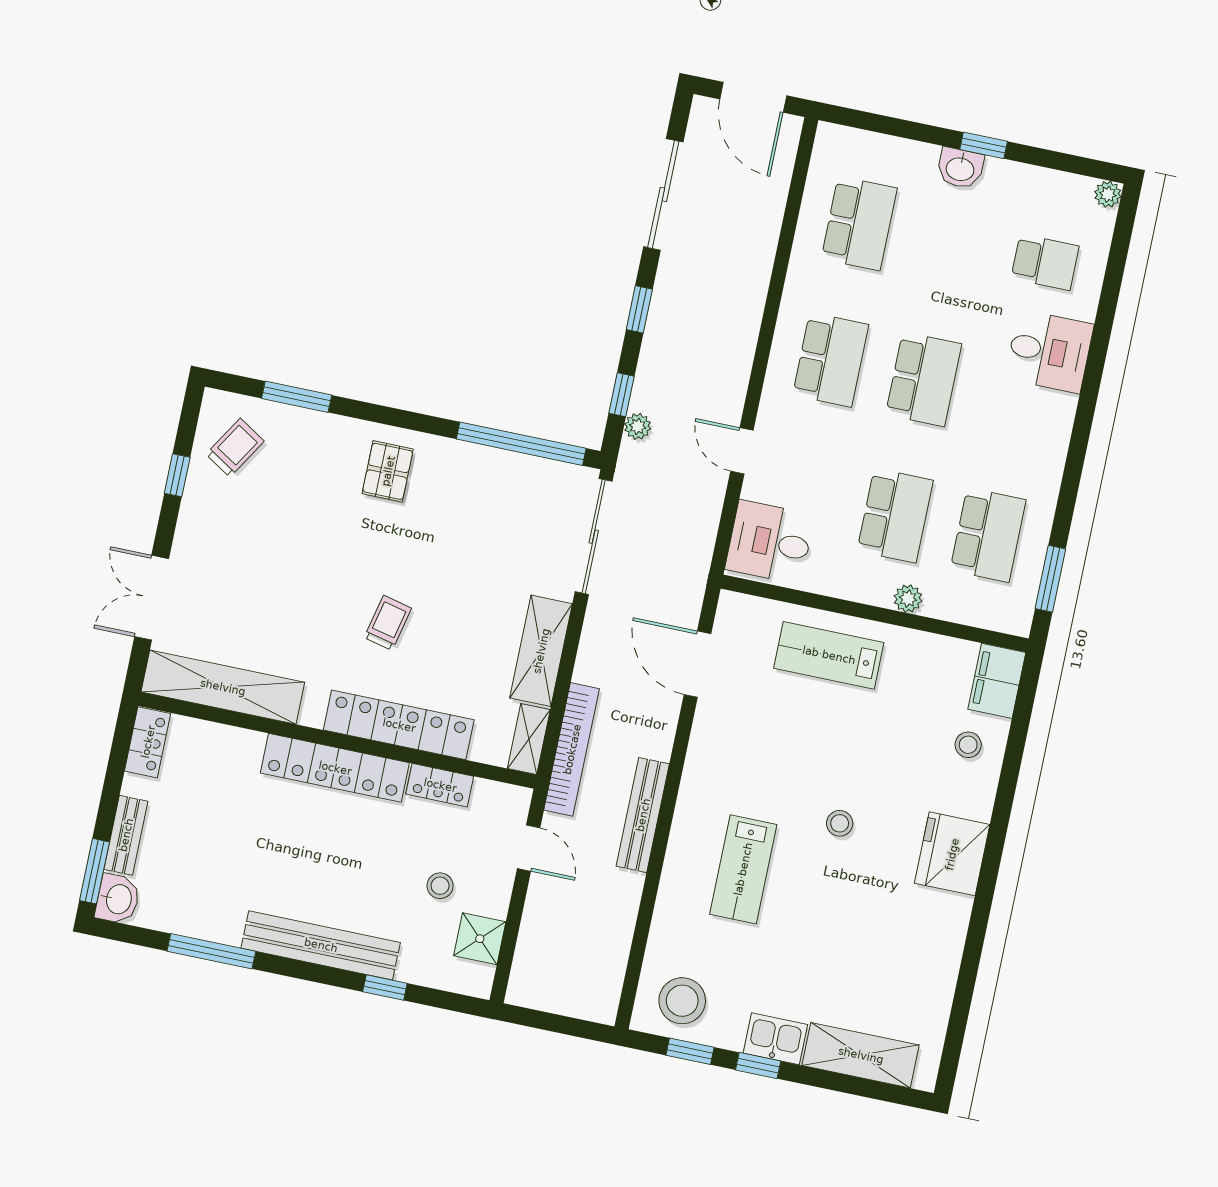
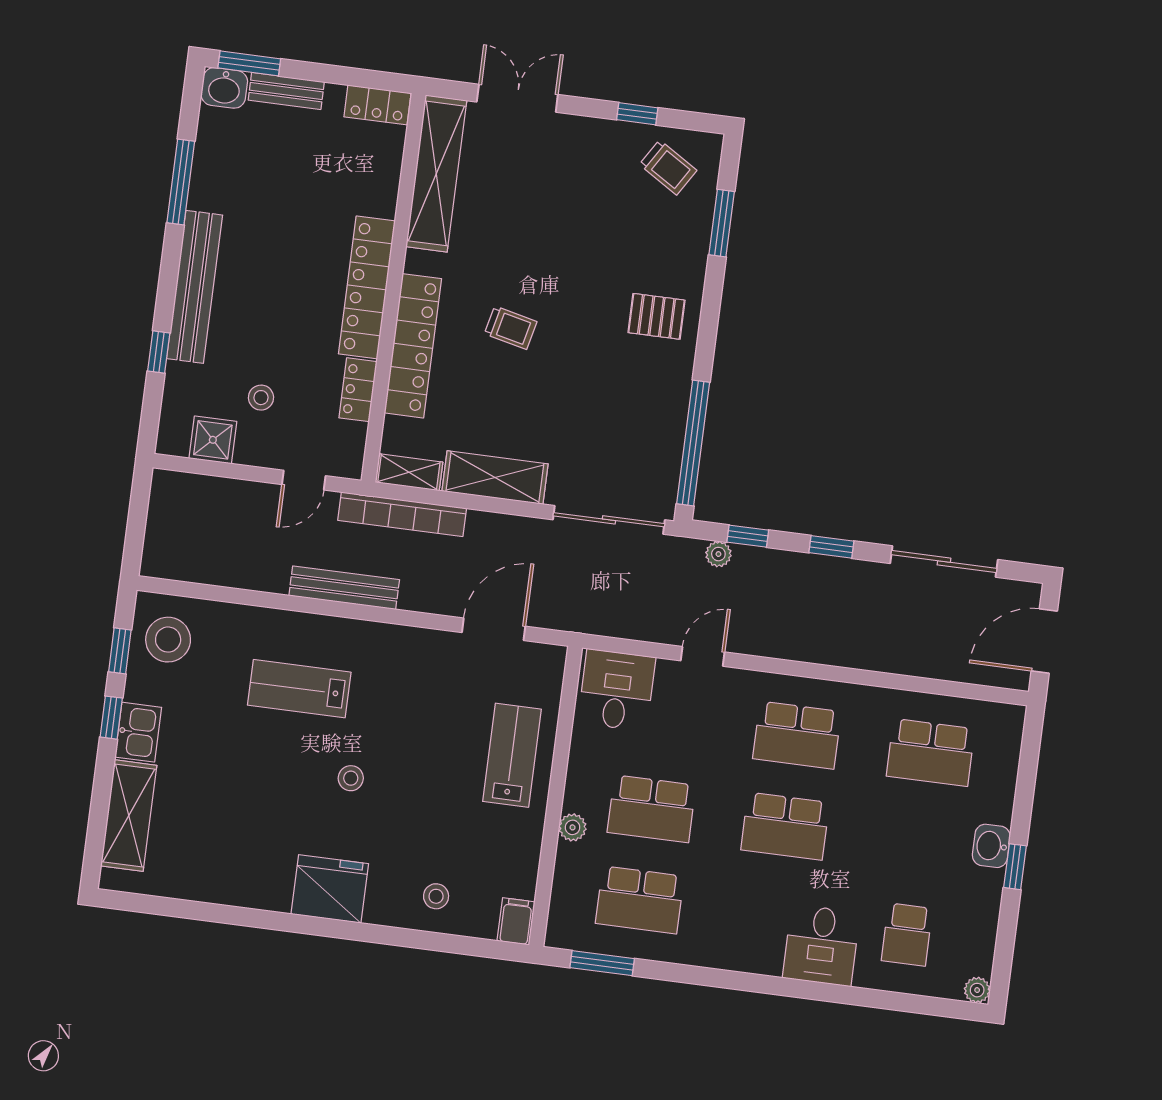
filing cabinet: (997, 681) -> (516, 921), width x0.50

